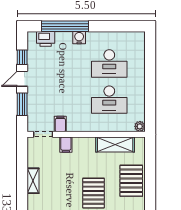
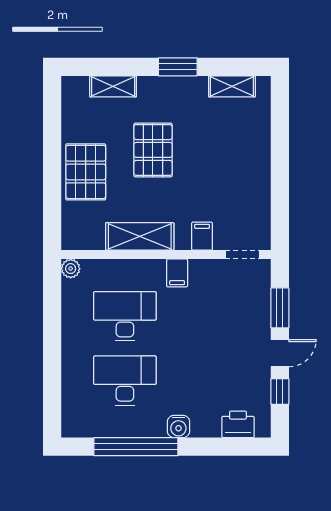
window: (65, 26) -> (136, 447), moved
filing cabinet: (60, 124) -> (177, 273), moved
shelving: (115, 144) -> (140, 236), moved
shelving: (33, 181) -> (261, 172), removed

